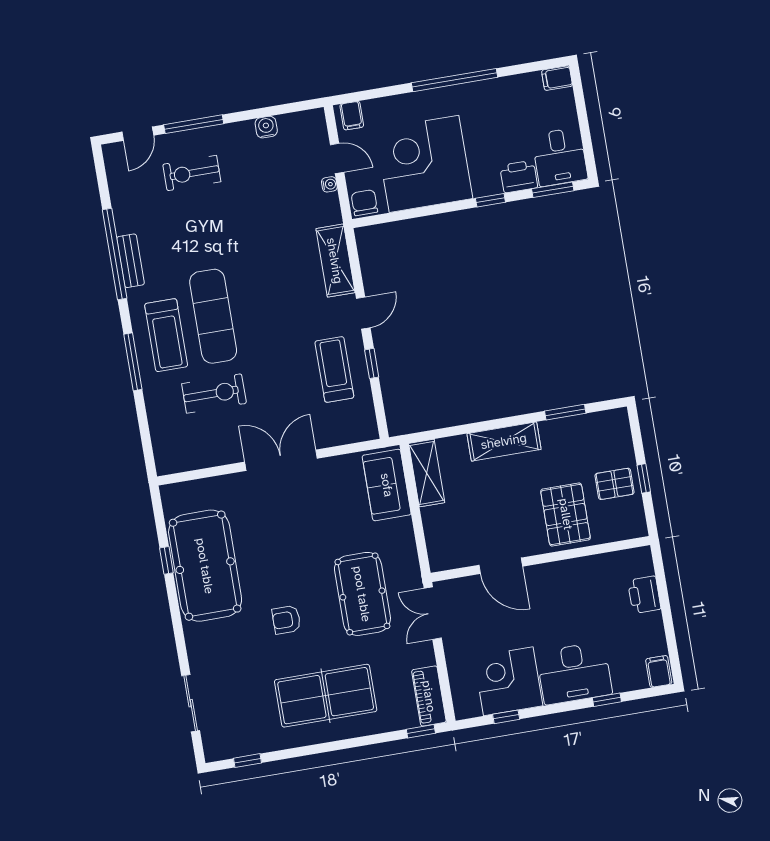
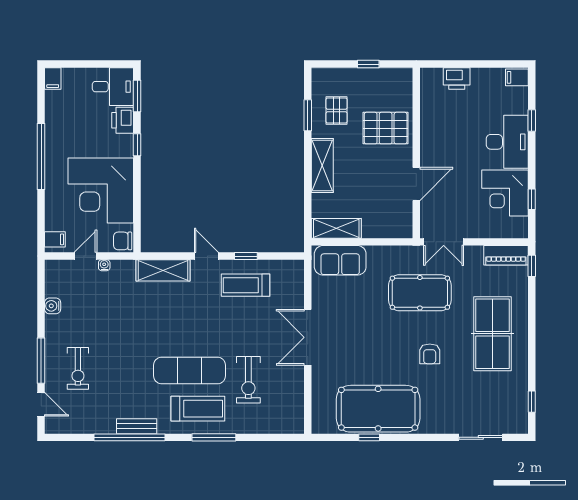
exercise bike: (214, 394) -> (248, 380), turned 180
pallet: (614, 484) -> (337, 110), moved

